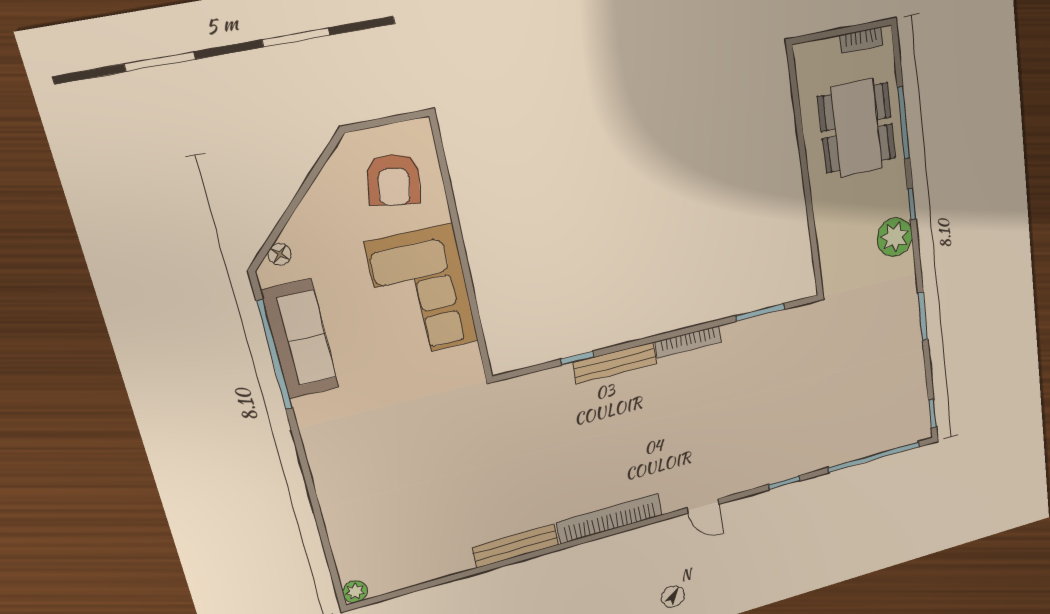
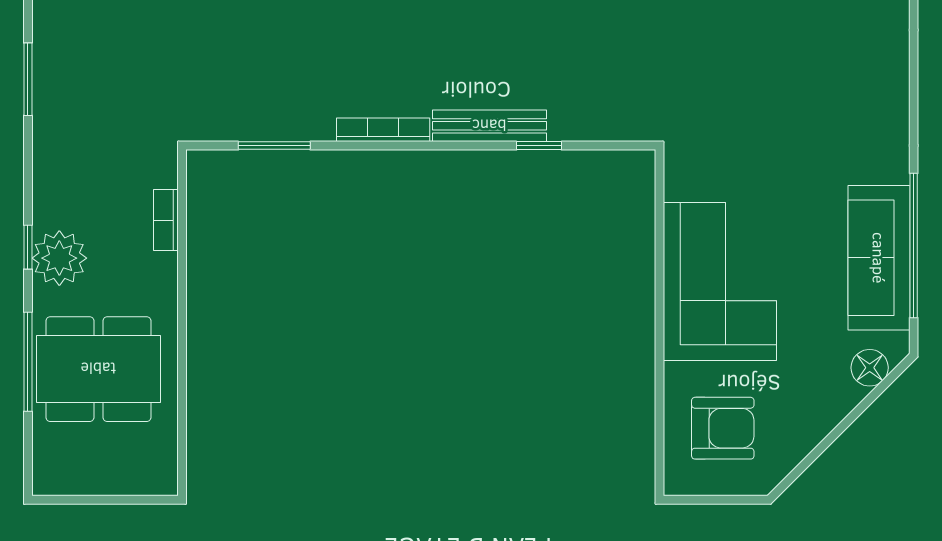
bookcase: (861, 40) -> (166, 220), moved, turned -90
dining table: (857, 128) -> (98, 369), turned 90
armchair: (394, 180) -> (723, 428), turned 81
plant: (895, 237) -> (59, 258), moved
floor lamp: (280, 254) -> (870, 368), width x1.37, depth x1.37

